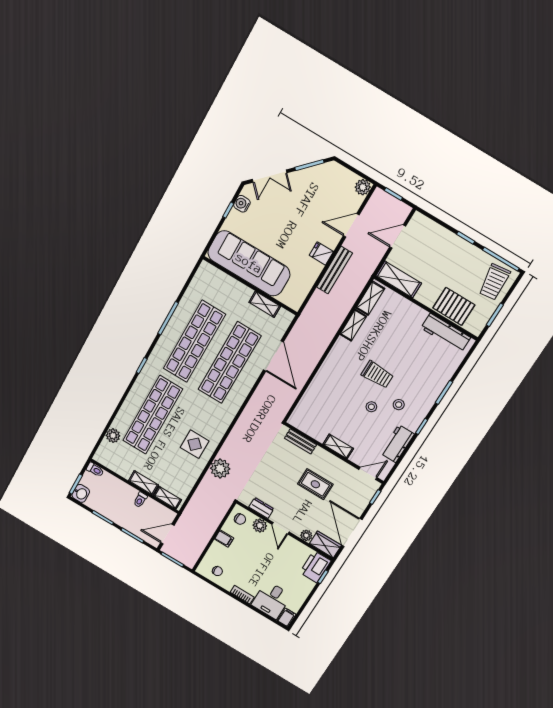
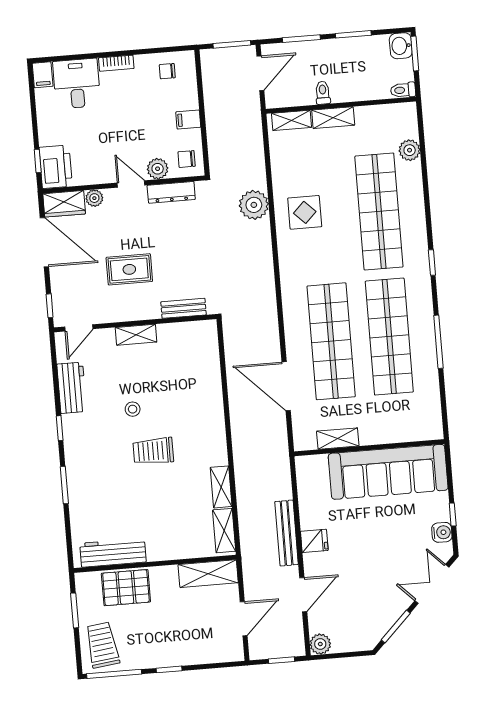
stool: (399, 405) -> (104, 434), removed
dresser: (261, 508) -> (171, 192), width x1.44

